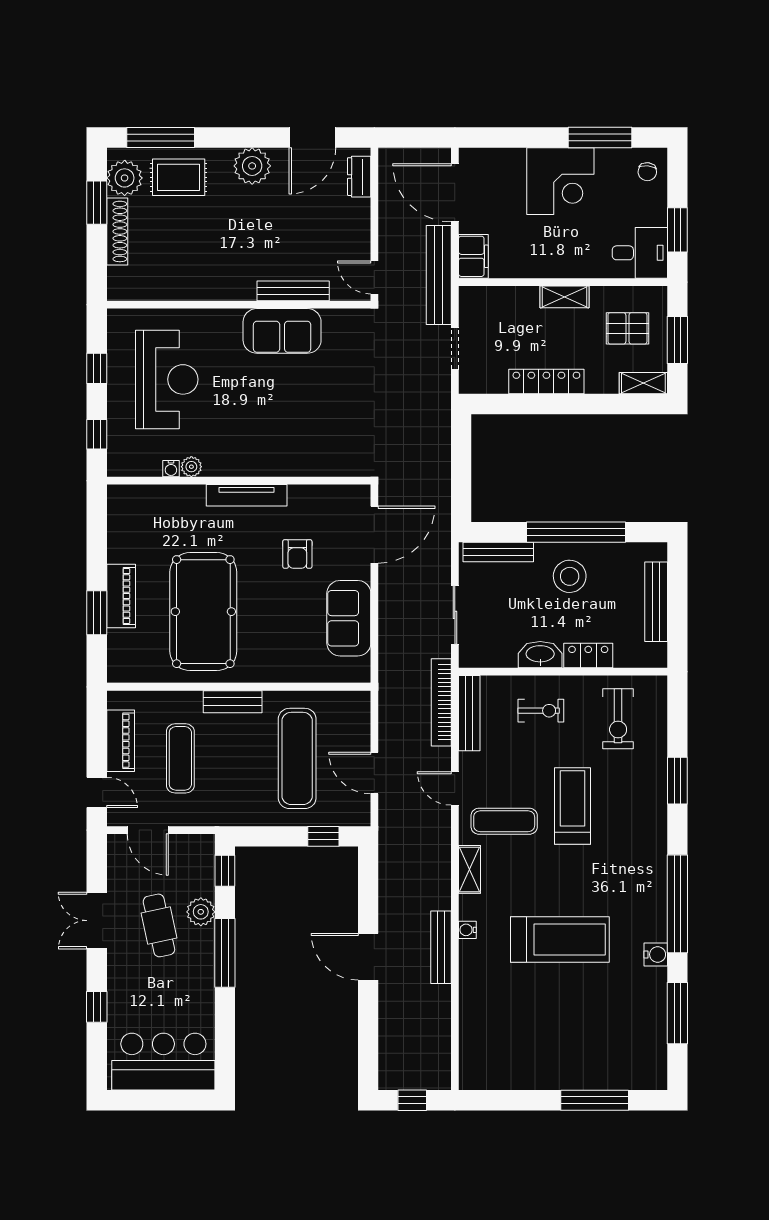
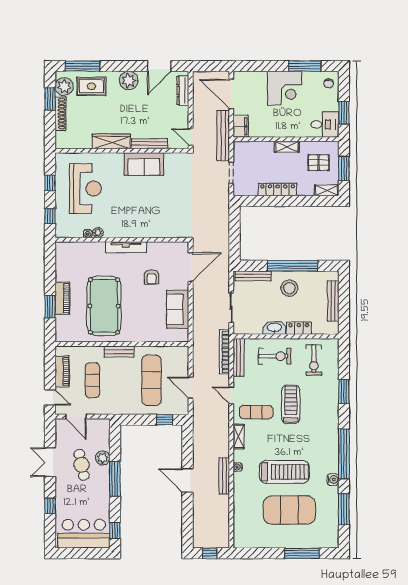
dresser: (359, 177) -> (183, 90), width x1.44
wardrobe: (218, 286) -> (111, 141), added
exercise bike: (541, 711) -> (275, 356), width x1.38, depth x1.39
window: (225, 871) -> (115, 531), moved
exercise mat: (570, 1015) -> (289, 510), added

